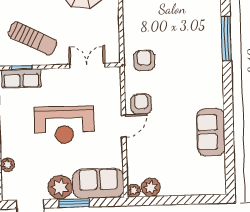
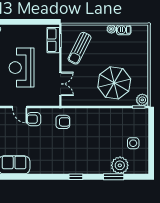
window: (226, 39) -> (76, 177), width x0.46
armchair: (141, 104) -> (34, 119), turned 180

